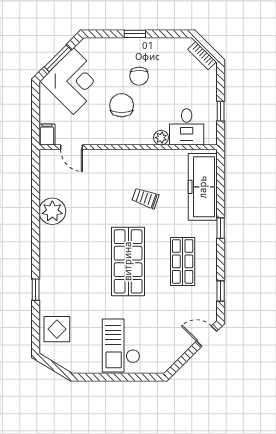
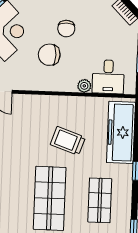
chair: (122, 105) -> (49, 55), turned -90
trolley: (145, 198) -> (68, 141), width x1.36, depth x1.39

